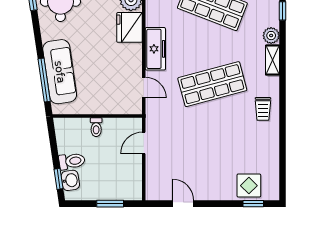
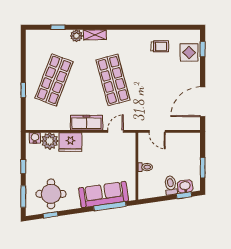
trolley: (263, 109) -> (160, 46), moved
window: (110, 204) -> (203, 168), moved
door: (183, 204) -> (203, 102), width x1.87

